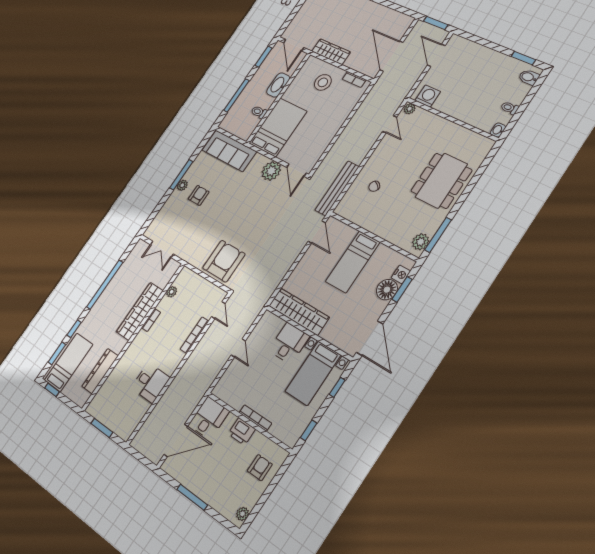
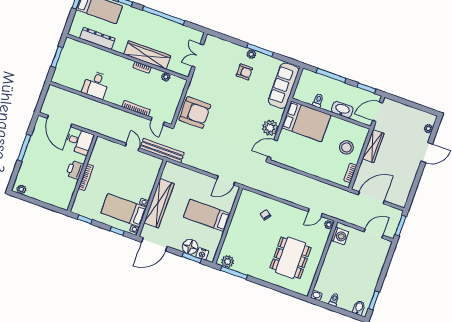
dining table: (441, 181) -> (291, 258), moved, turned 90
bench: (337, 188) -> (162, 151), moved
door: (218, 310) -> (157, 121), hinge flipped
wardrobe: (299, 312) -> (159, 203), moved
desk: (289, 343) -> (142, 185), removed
door: (238, 348) -> (132, 147), swing flipped
armchair: (260, 468) -> (54, 192), removed

